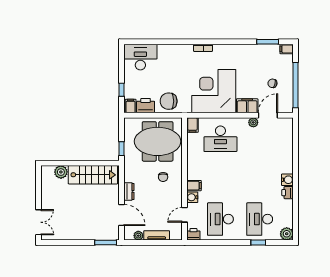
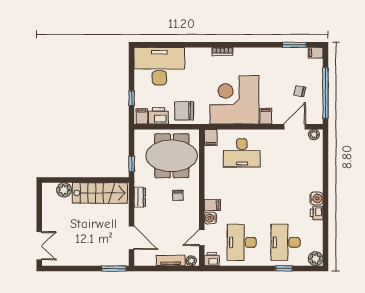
desk: (140, 57) -> (159, 66), width x1.36, depth x1.30
filing cabinet: (247, 106) -> (266, 116), width x0.50
plant: (253, 122) -> (314, 135), moved
dresser: (129, 191) -> (140, 197), moved
plant: (138, 236) -> (191, 261), moved

